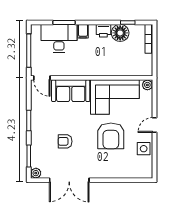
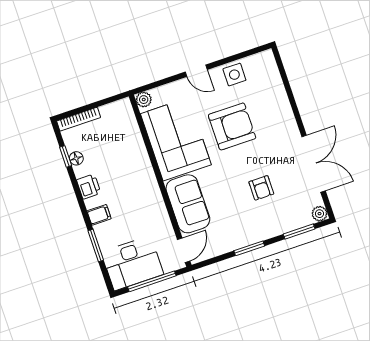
floor lamp: (120, 33) -> (76, 158), width x0.53, depth x0.53
desk: (59, 38) -> (132, 263), moved, turned -90

